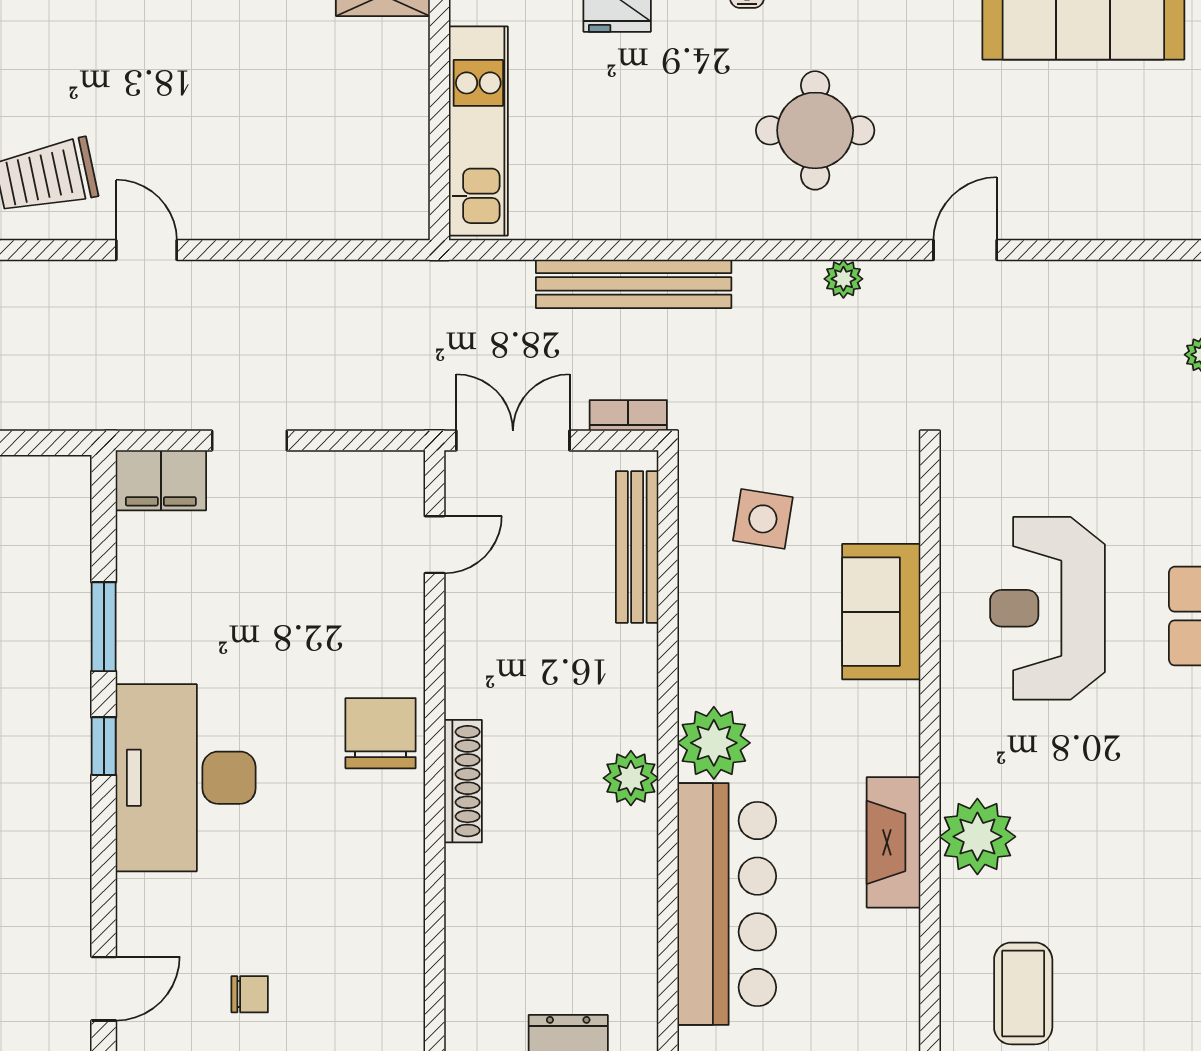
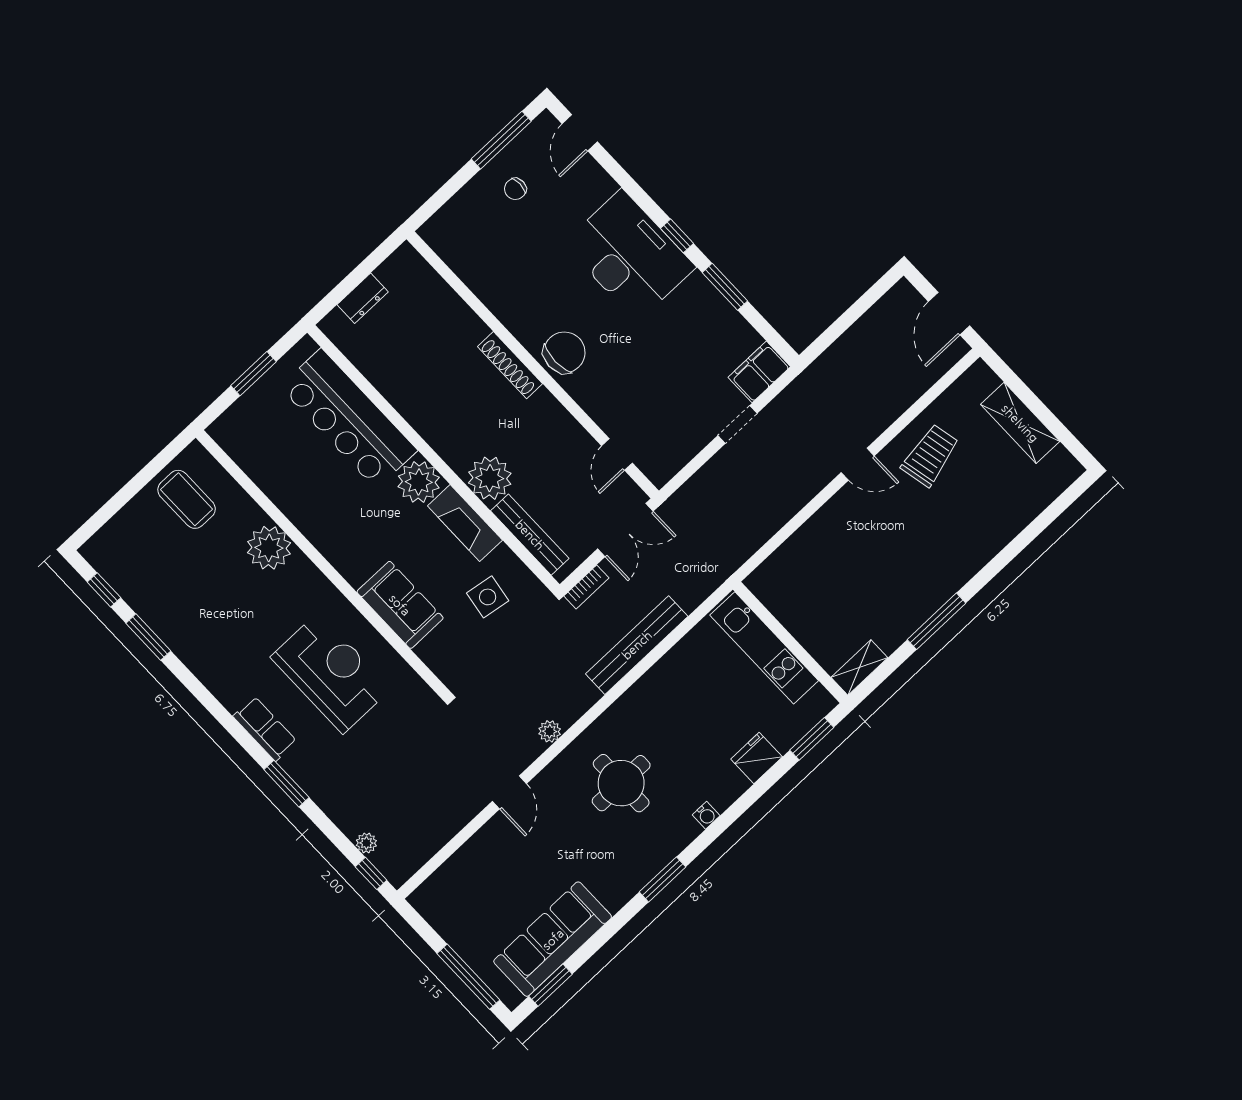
chair: (381, 733) -> (564, 352), turned -90
plant: (631, 778) -> (490, 478), moved, width x1.36, depth x1.36
fireplace: (893, 842) -> (465, 523), moved, turned 180

